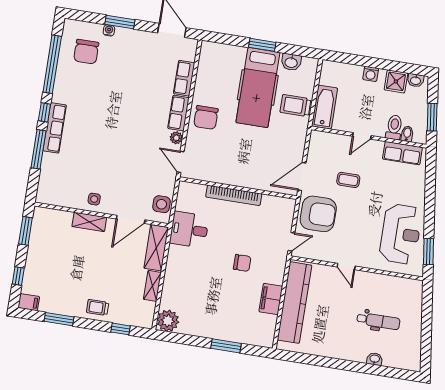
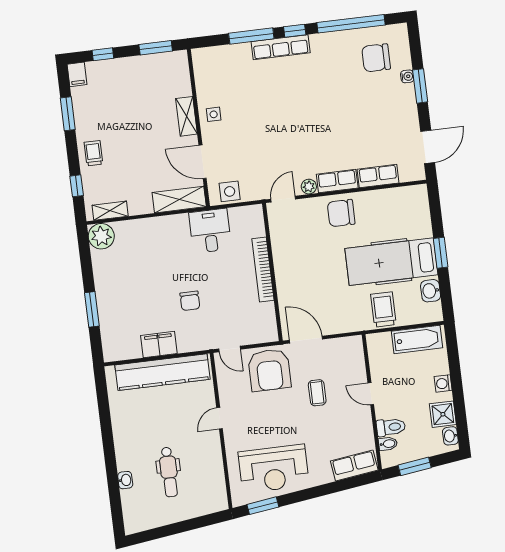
bathtub: (325, 107) -> (417, 339), moved
row of seats: (402, 153) -> (354, 466), moved, turned 82
shelving: (152, 286) -> (110, 211), moved

